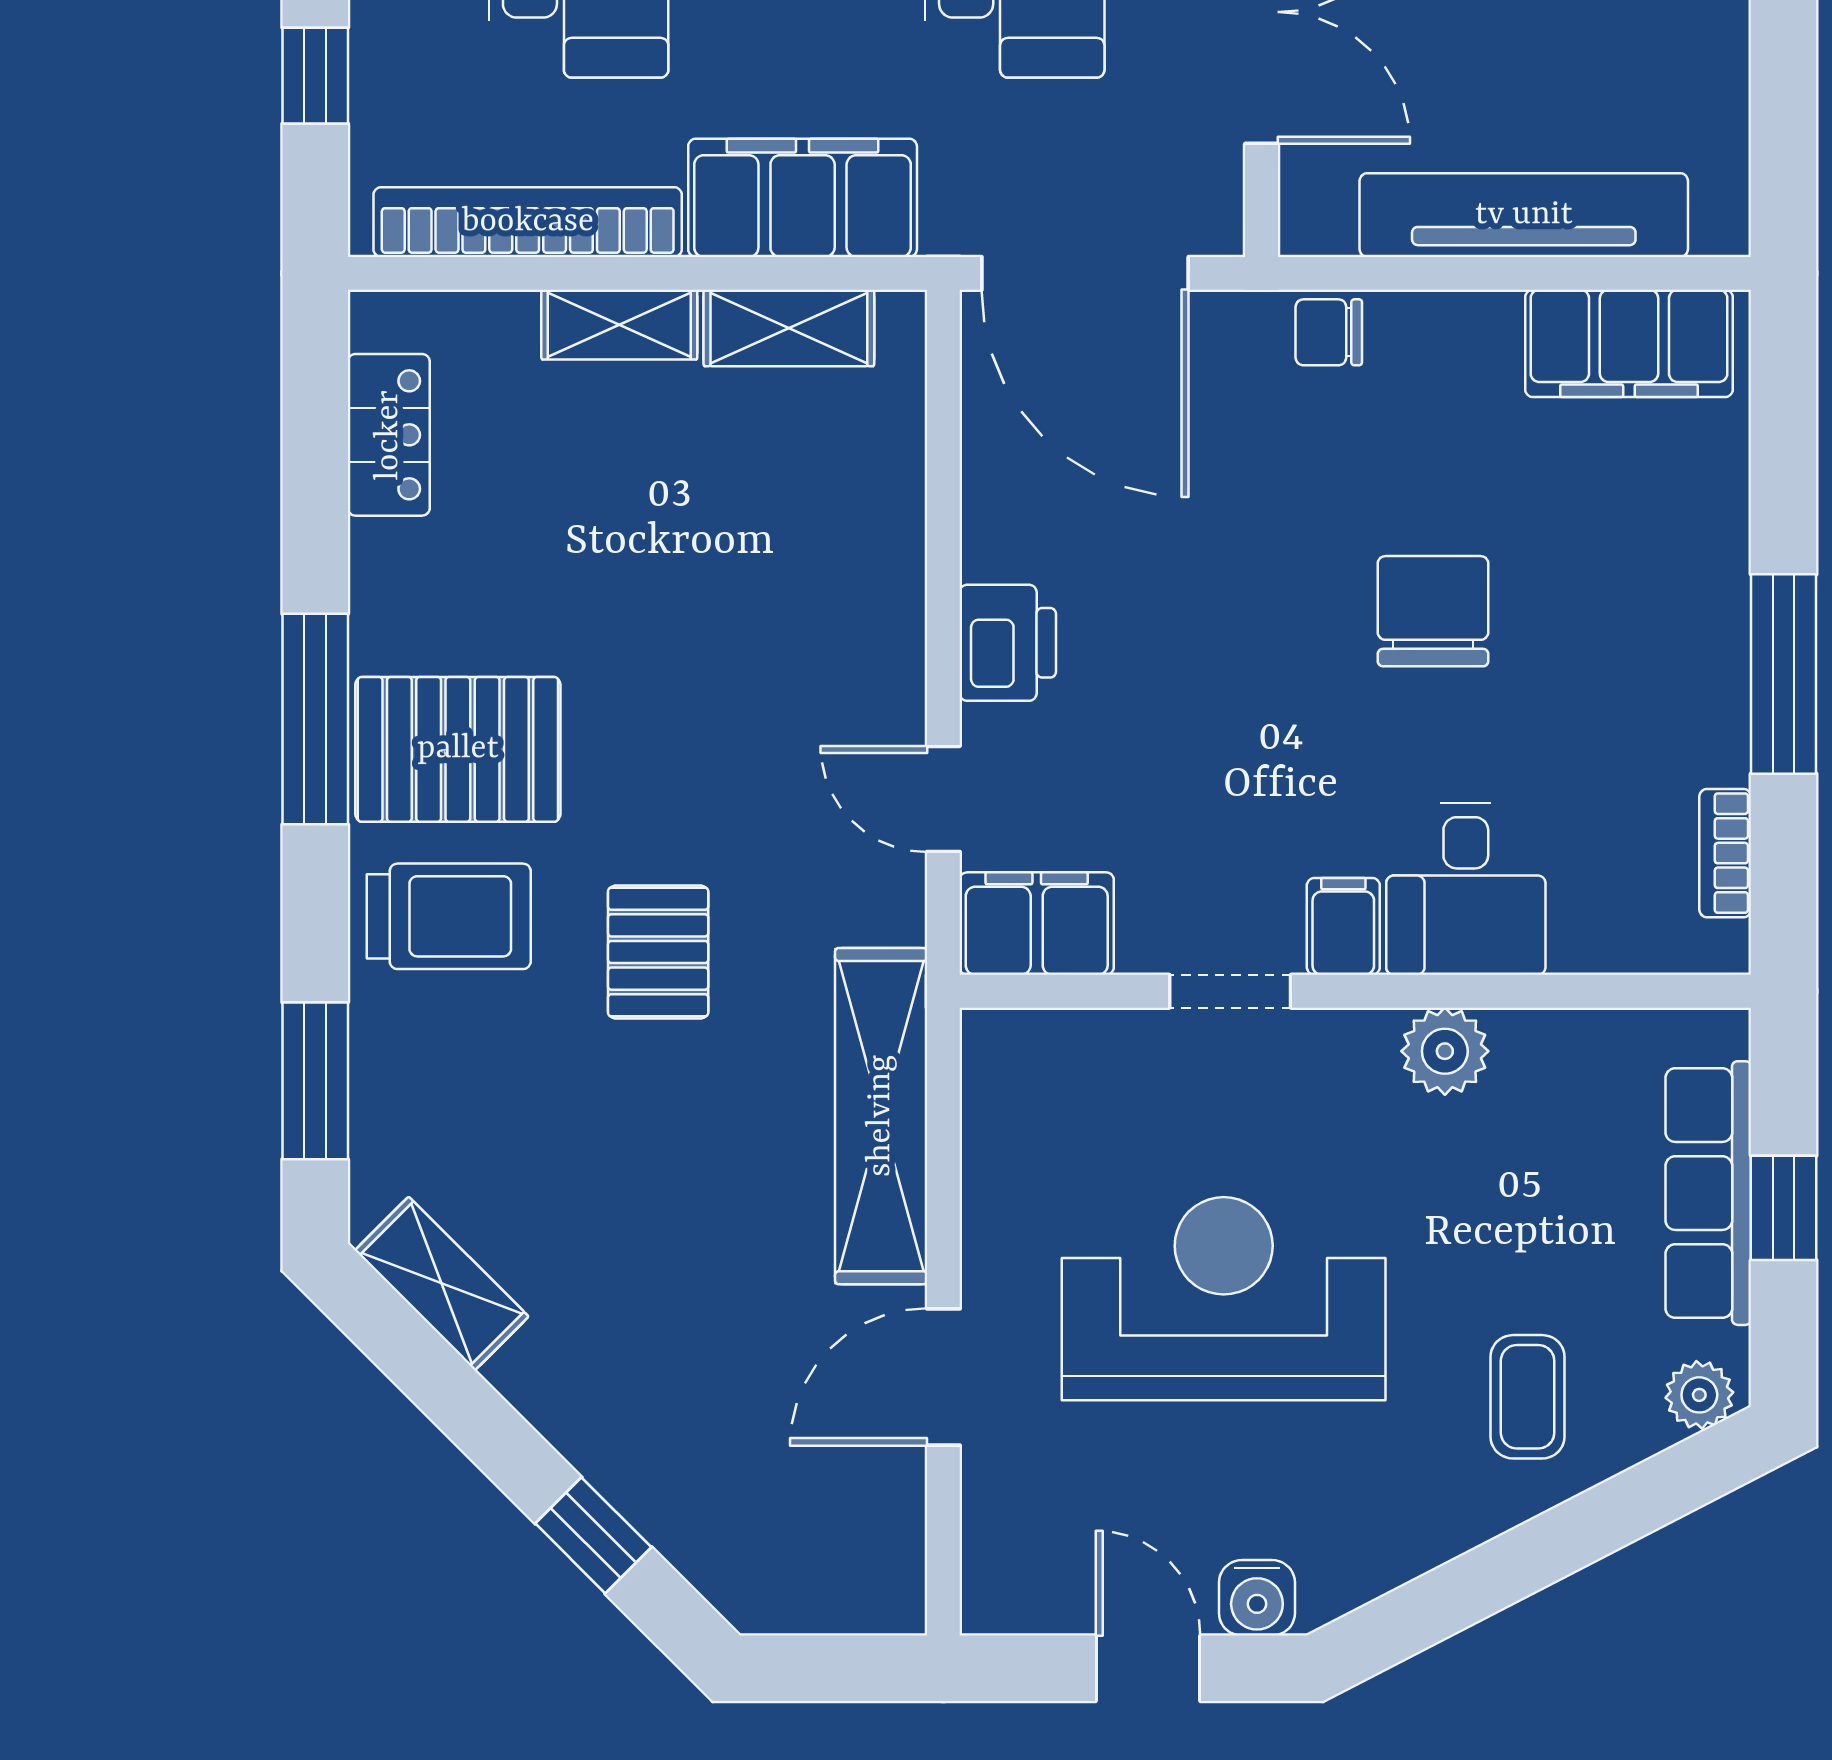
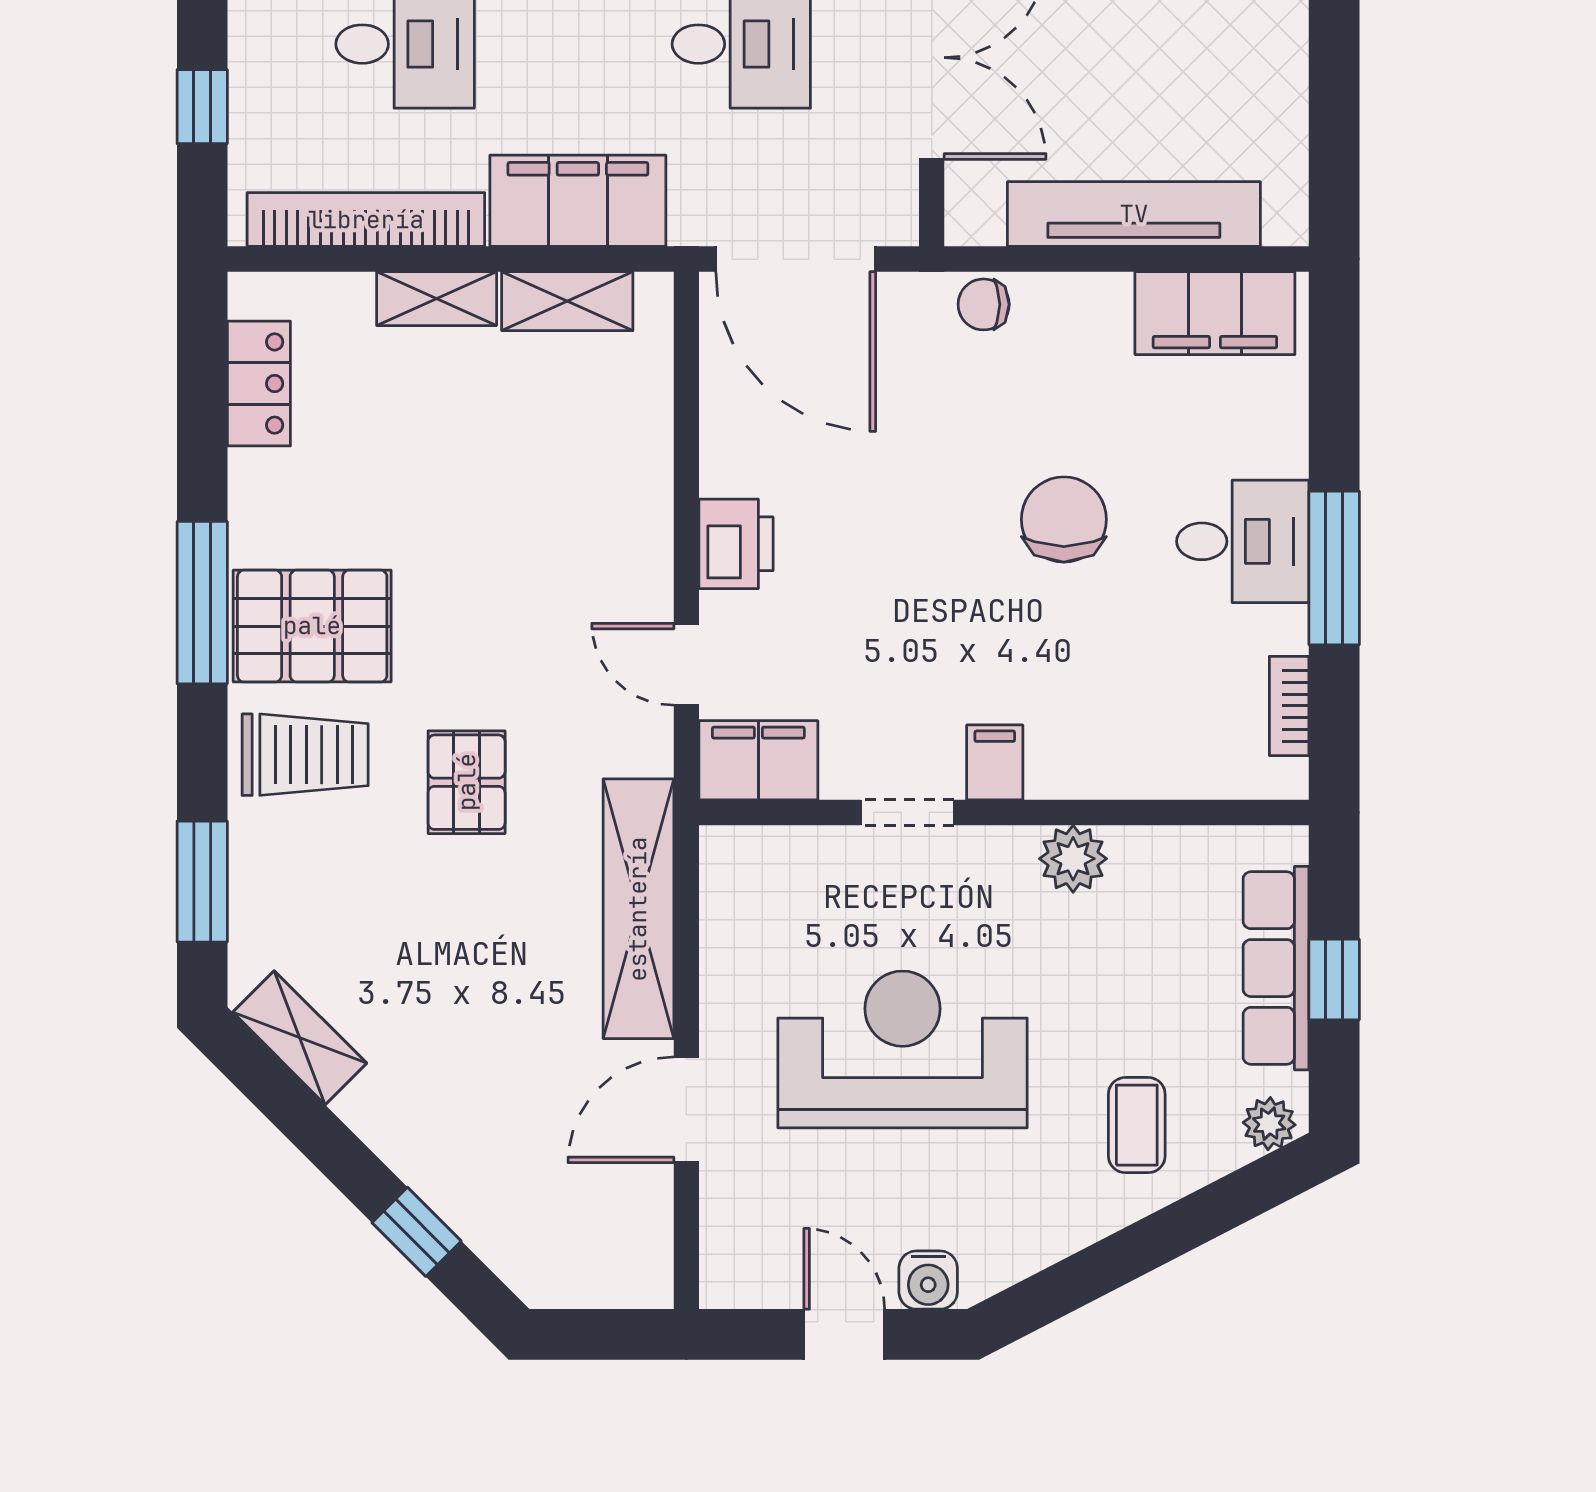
desk: (1466, 889) -> (1243, 541), moved, turned -90

